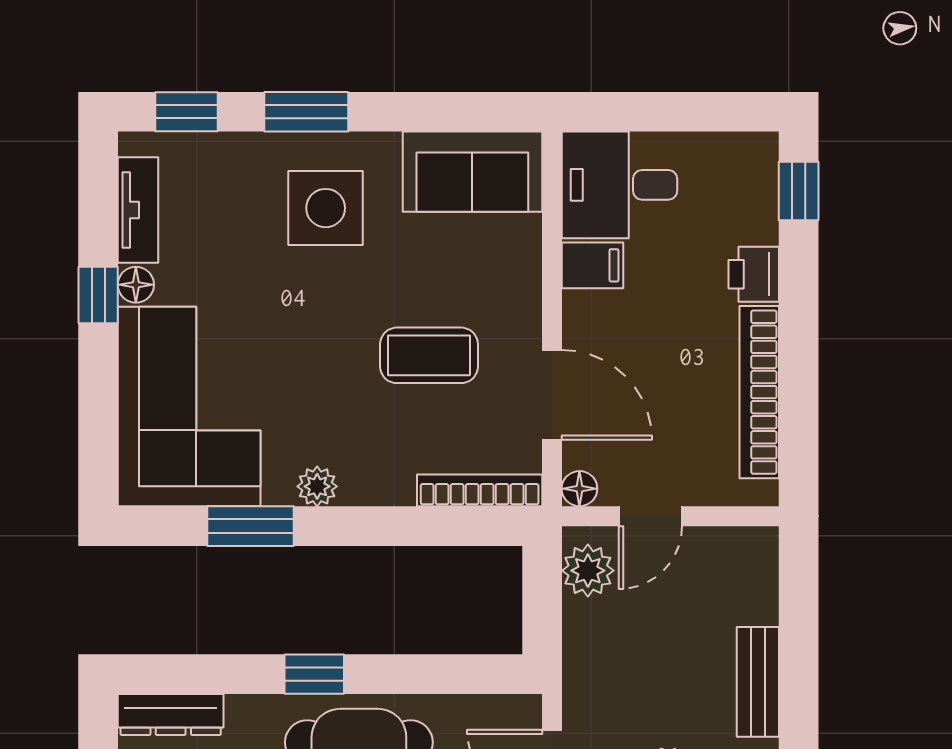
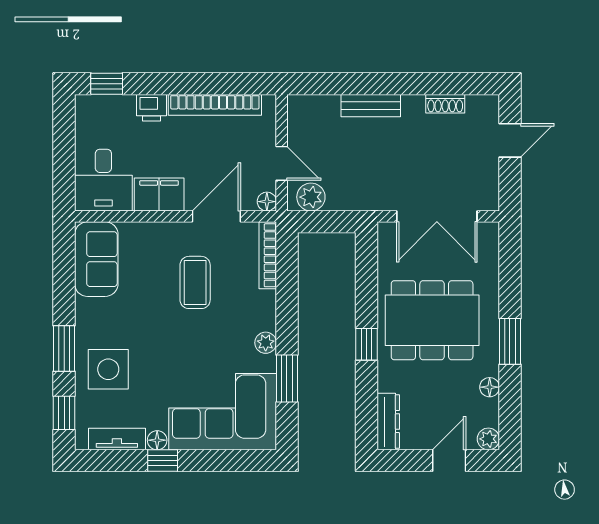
side table: (326, 208) -> (108, 369), moved
filing cabinet: (592, 265) -> (159, 195), width x2.00

